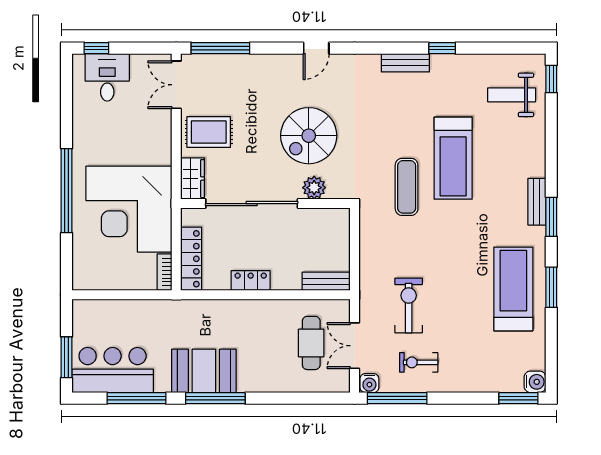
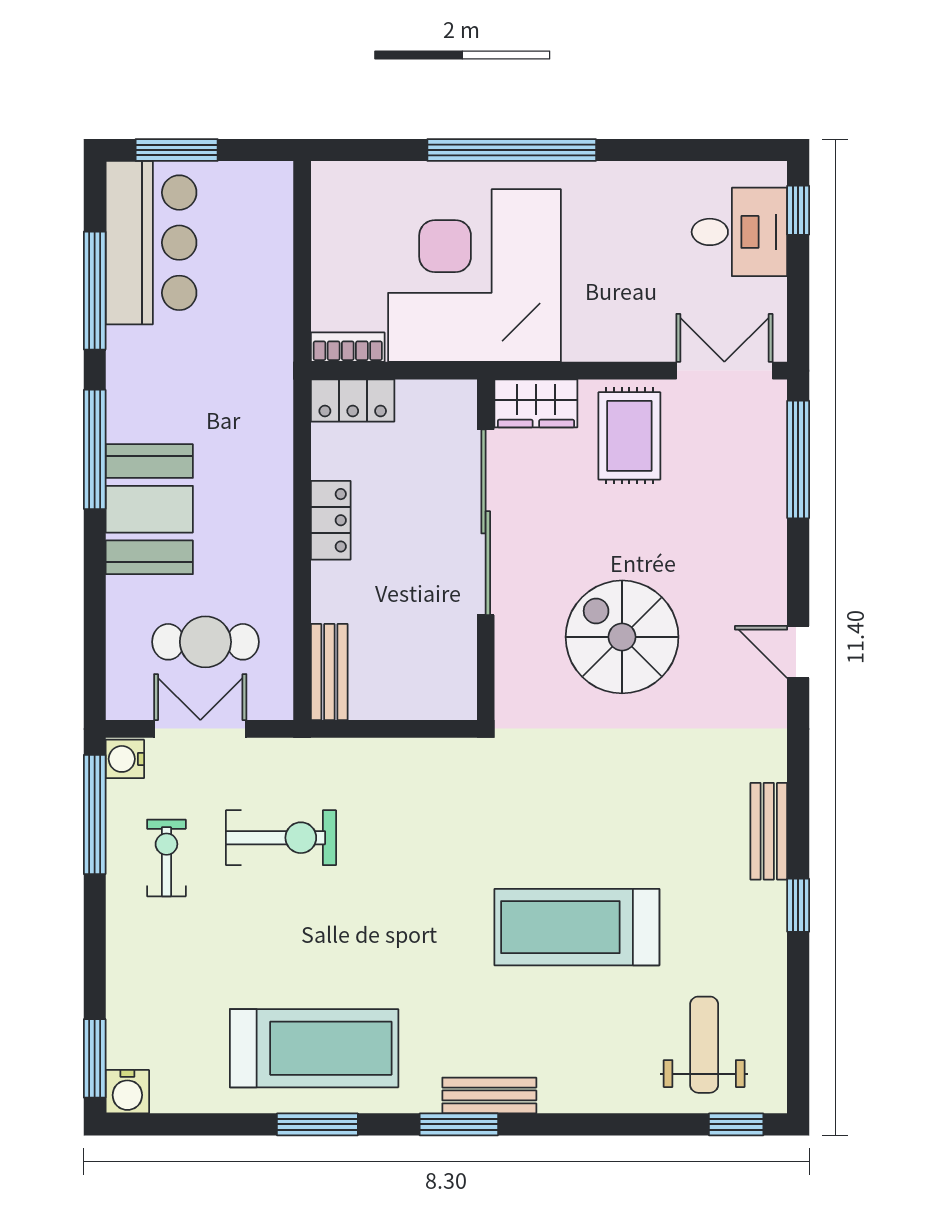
exercise mat: (407, 187) -> (519, 834), removed
plant: (314, 188) -> (518, 648), removed
locker: (191, 259) -> (353, 400), width x0.66
booth: (204, 371) -> (149, 509), moved

